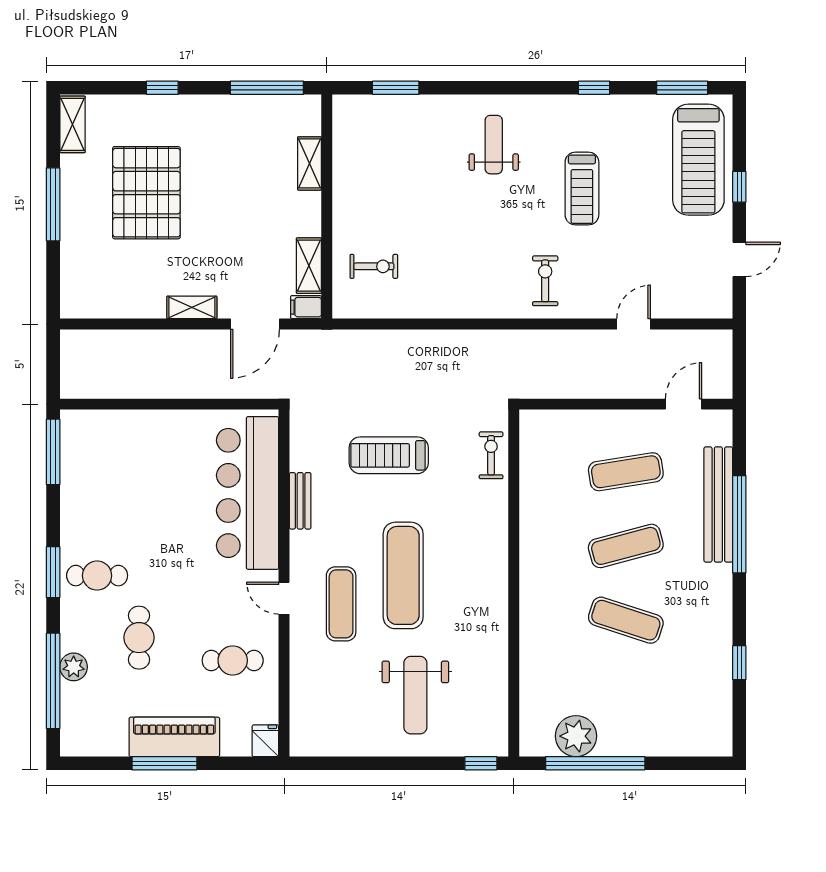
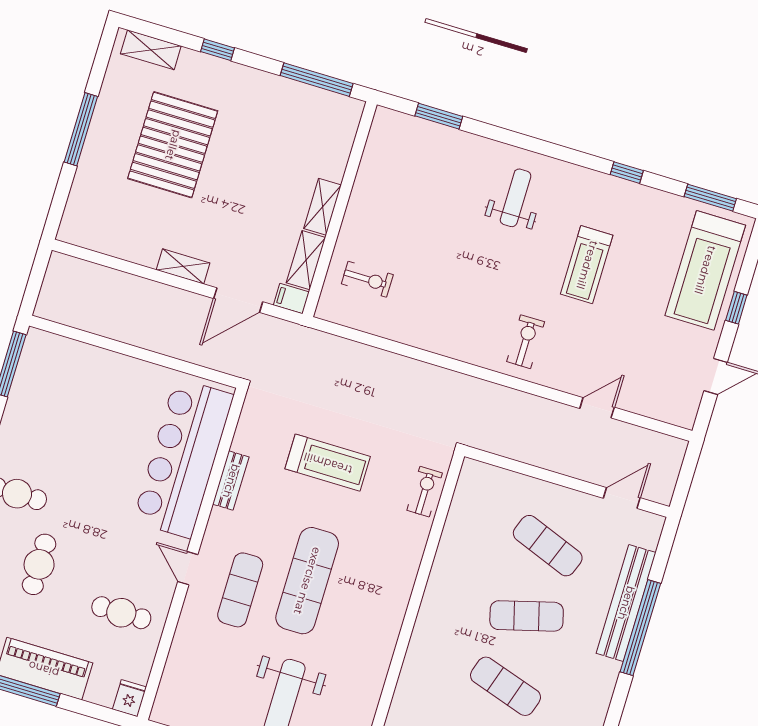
shelving: (72, 124) -> (151, 50), moved, turned 90
shelving: (309, 163) -> (323, 207), moved
treadmill: (389, 455) -> (328, 463), turned 180
exercise mat: (626, 472) -> (548, 546), turned 30

